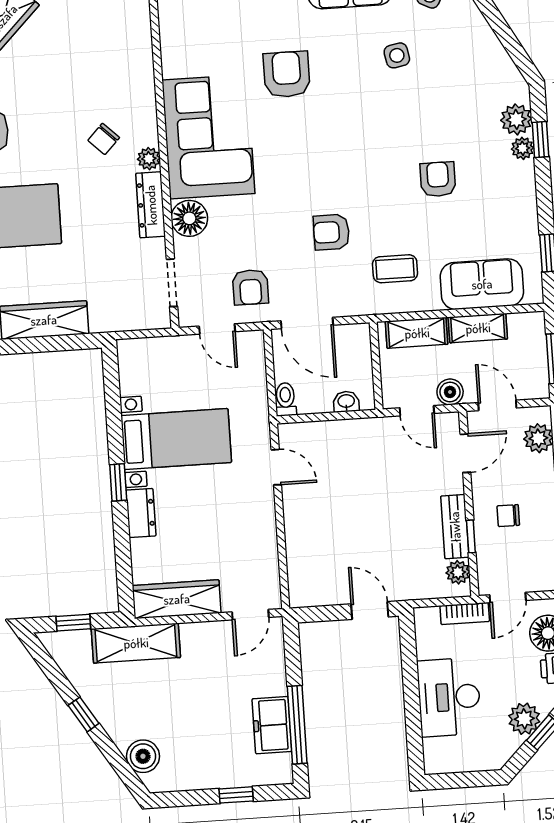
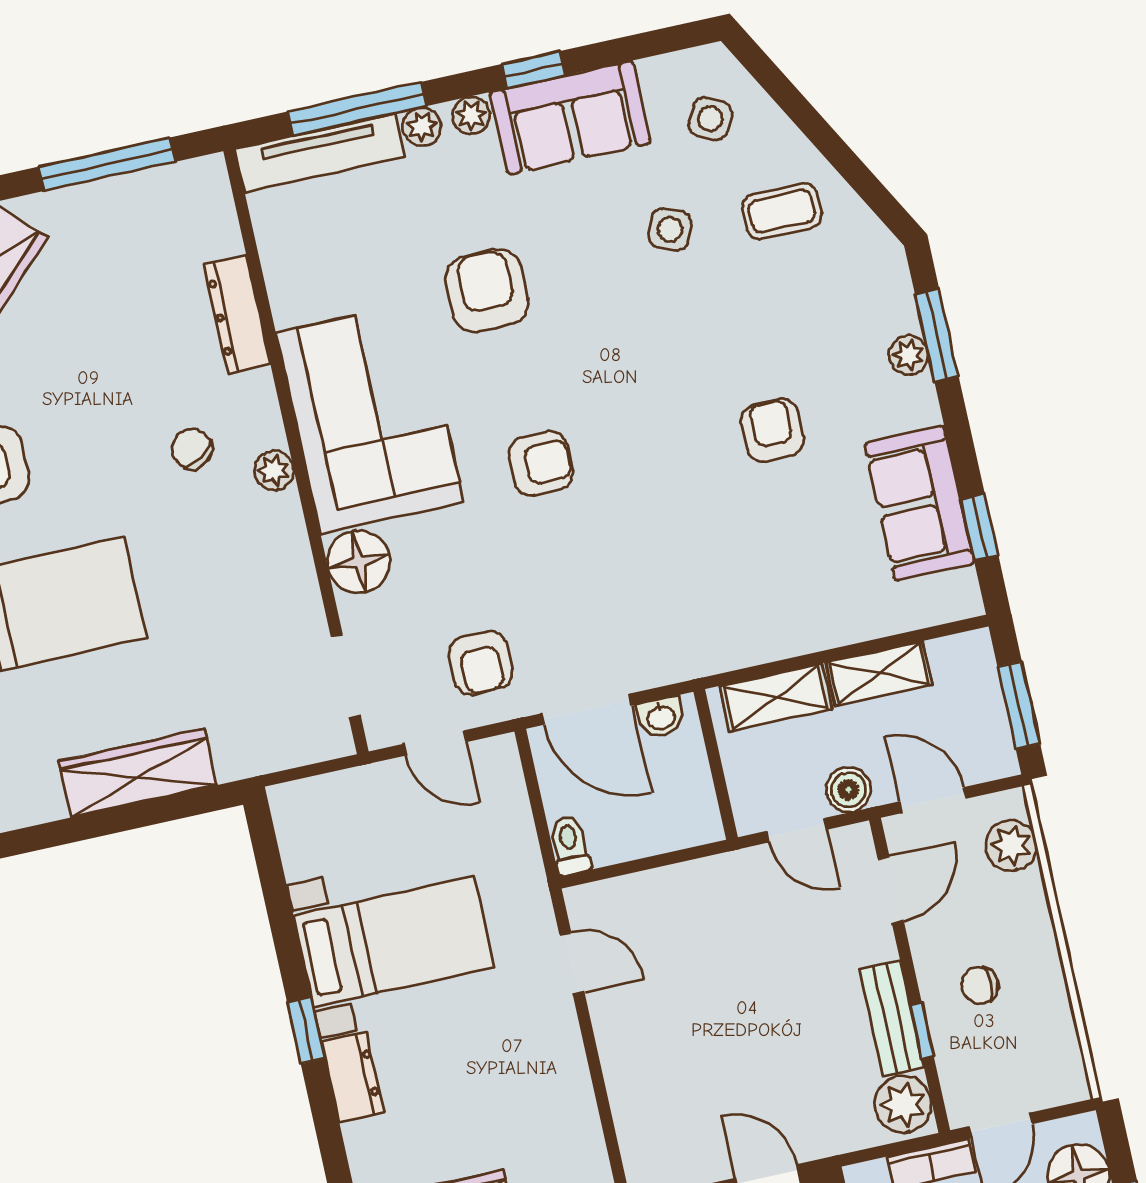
side table: (397, 55) -> (670, 230), turned 34
plant: (516, 119) -> (890, 308), removed
chair: (104, 139) -> (192, 449), turned 102
window: (540, 140) -> (937, 336), width x1.50
dresser: (151, 205) -> (237, 314), moved
armchair: (331, 232) -> (541, 463), moved, turned 180
coffee table: (395, 269) -> (782, 211), moved
sofa: (482, 284) -> (920, 503), moved, turned -90
washbasin: (346, 402) -> (661, 717), moved, turned 180
plant: (458, 572) -> (903, 1104), width x1.38, depth x1.38

